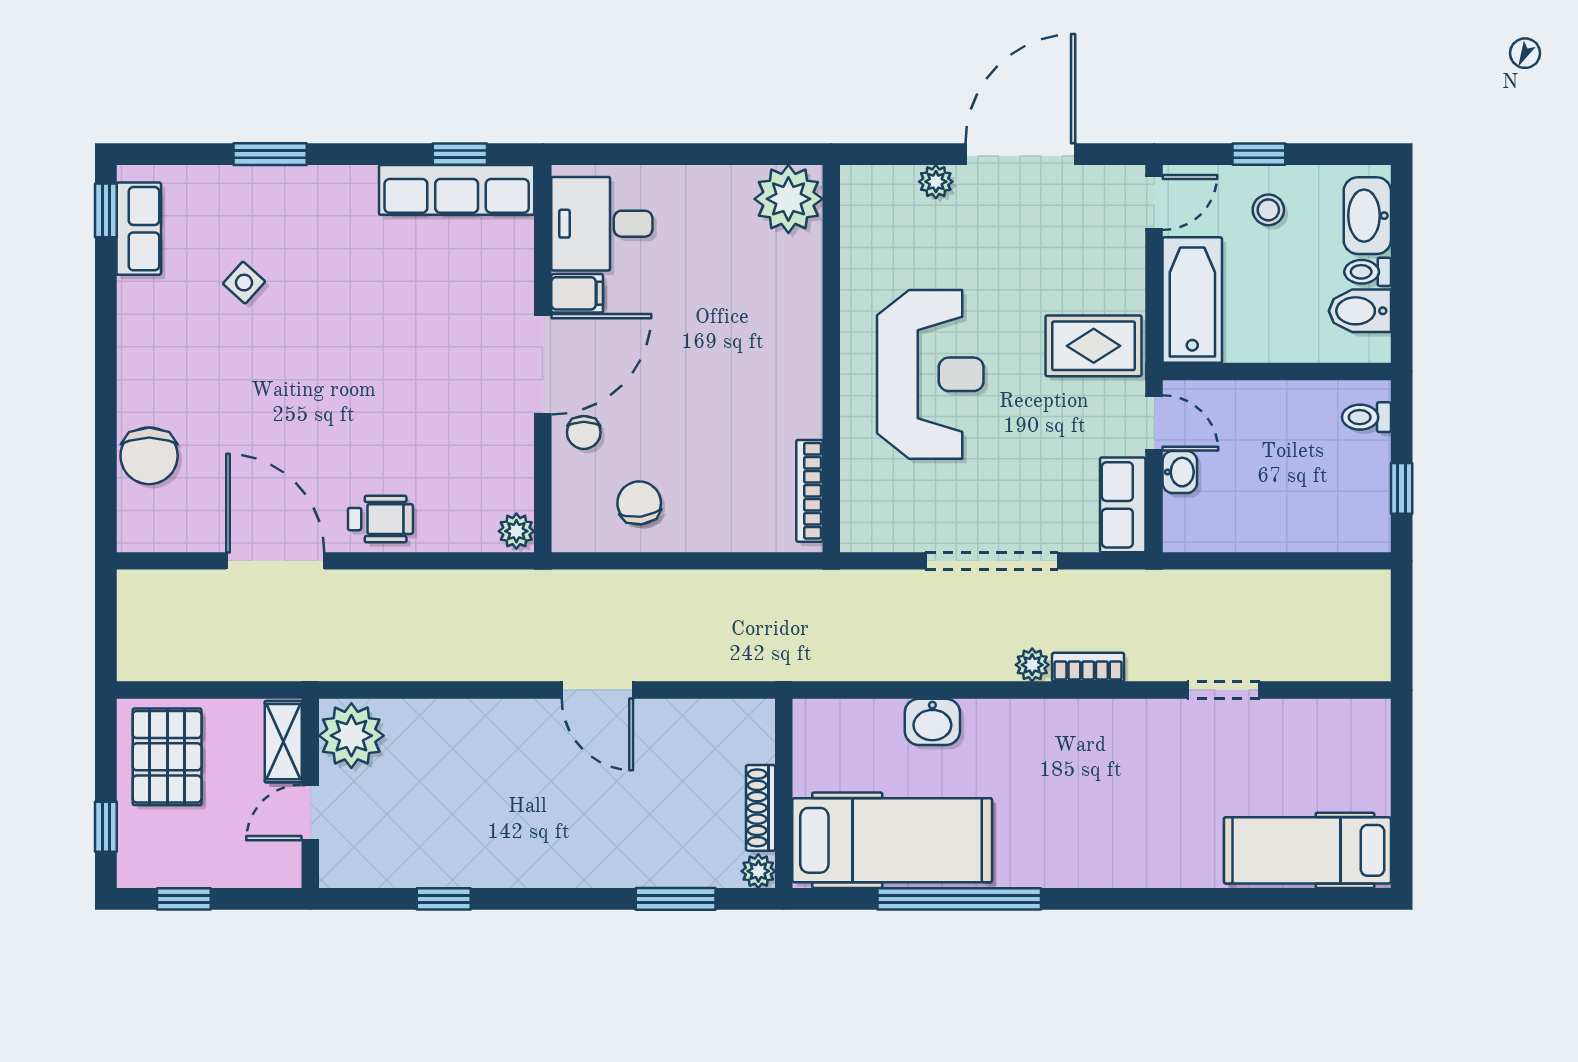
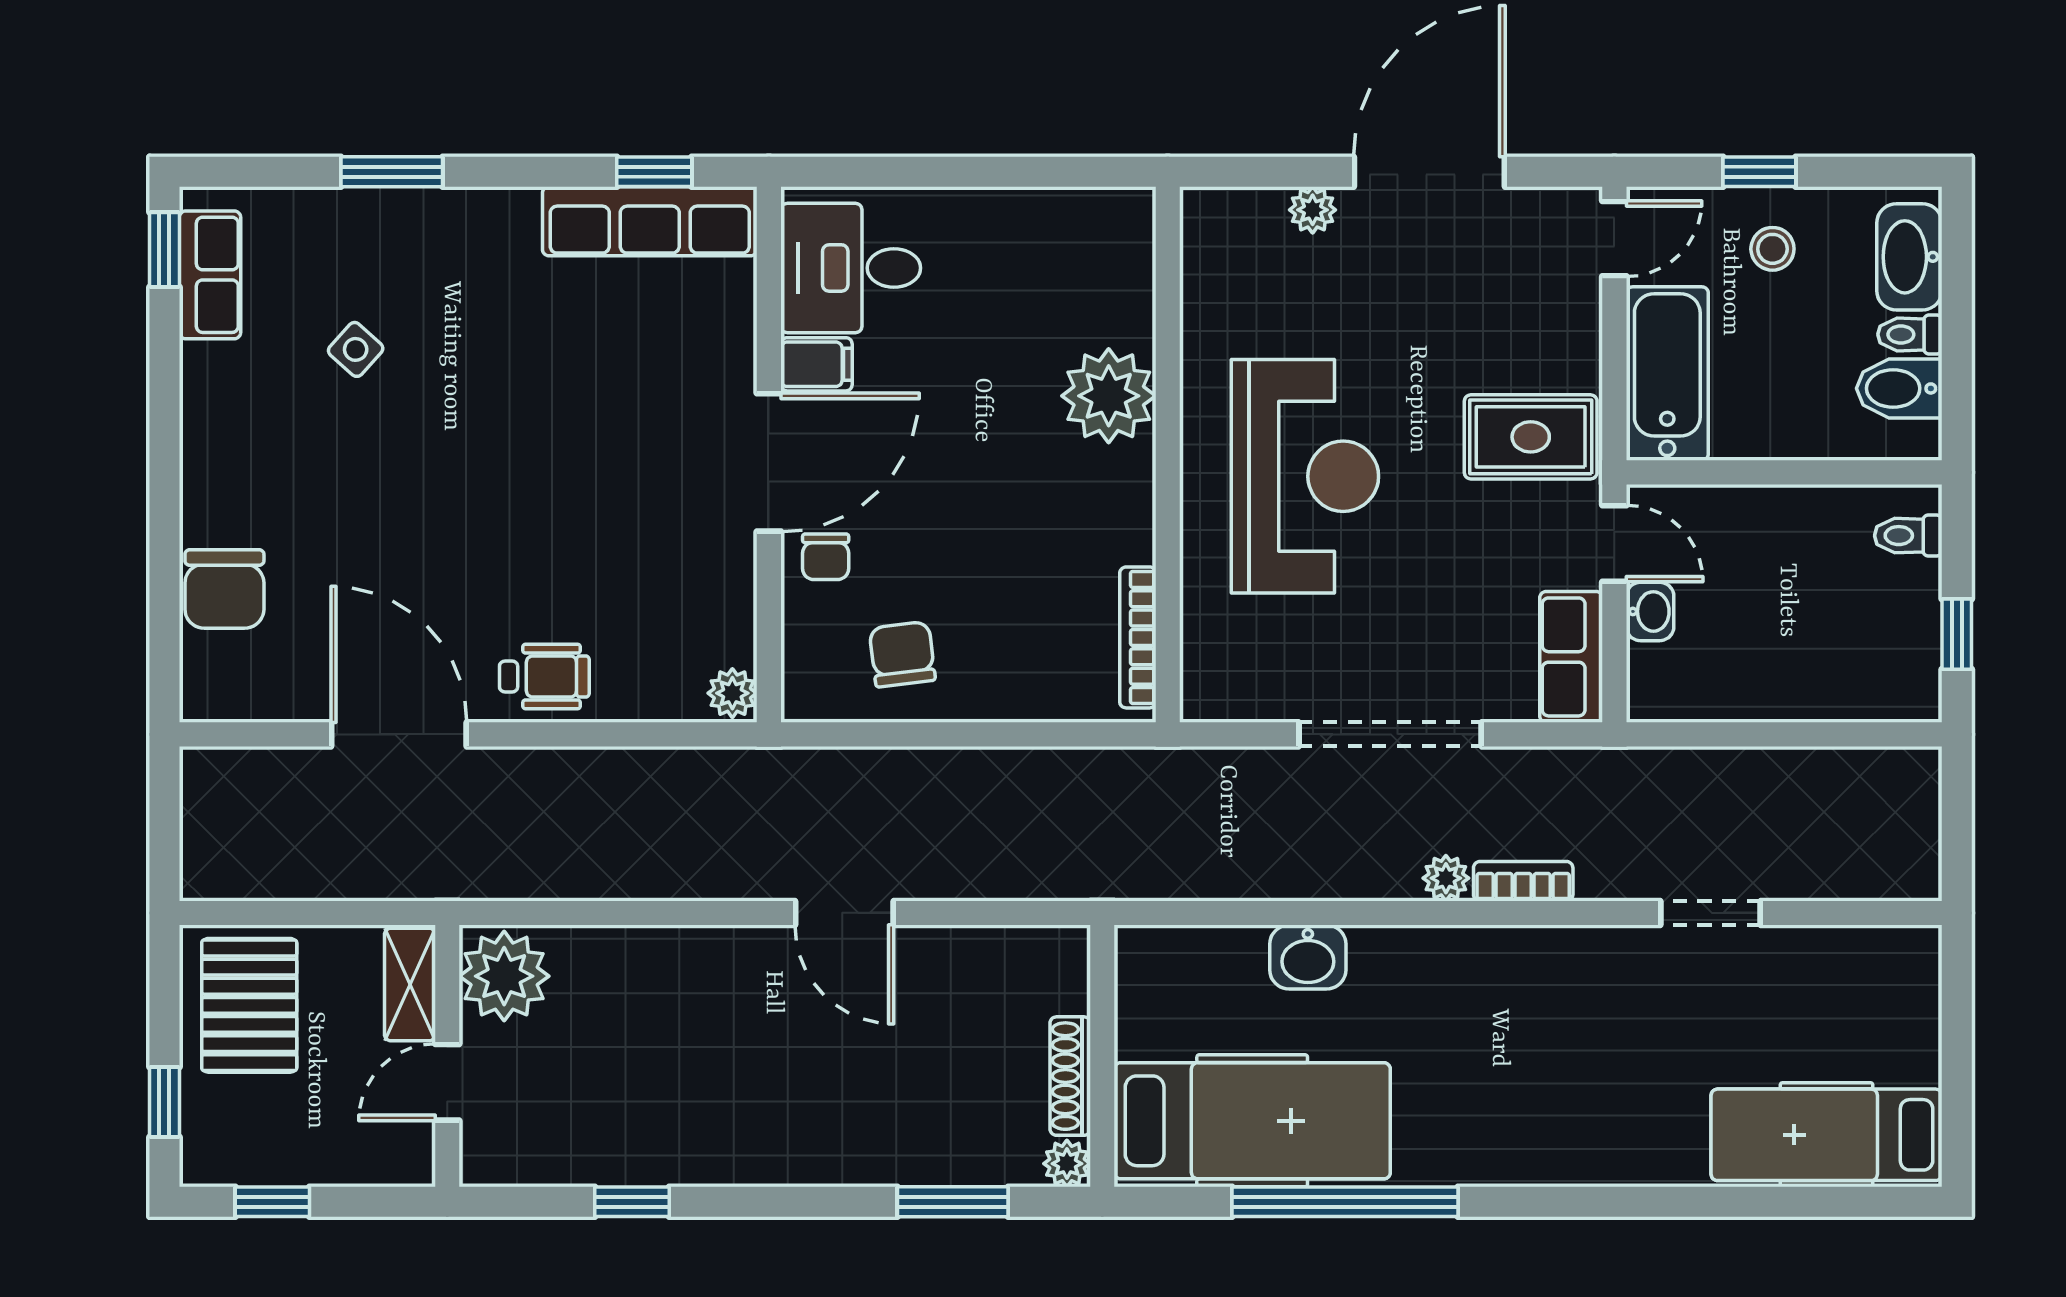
plant: (788, 199) -> (1109, 396), moved

